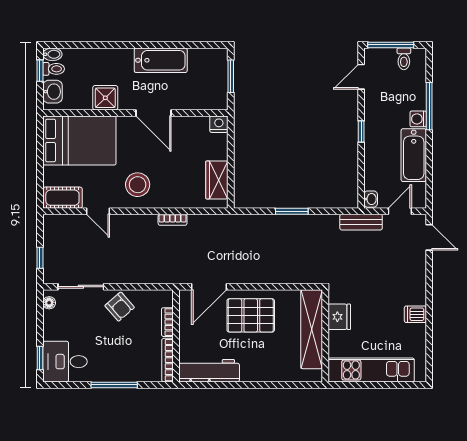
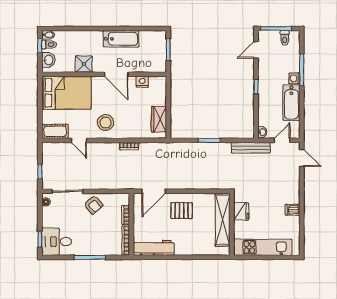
nightstand: (219, 124) -> (142, 82), moved
bench: (361, 222) -> (251, 148), width x1.36
pallet: (251, 315) -> (182, 211), width x0.67, depth x0.71

